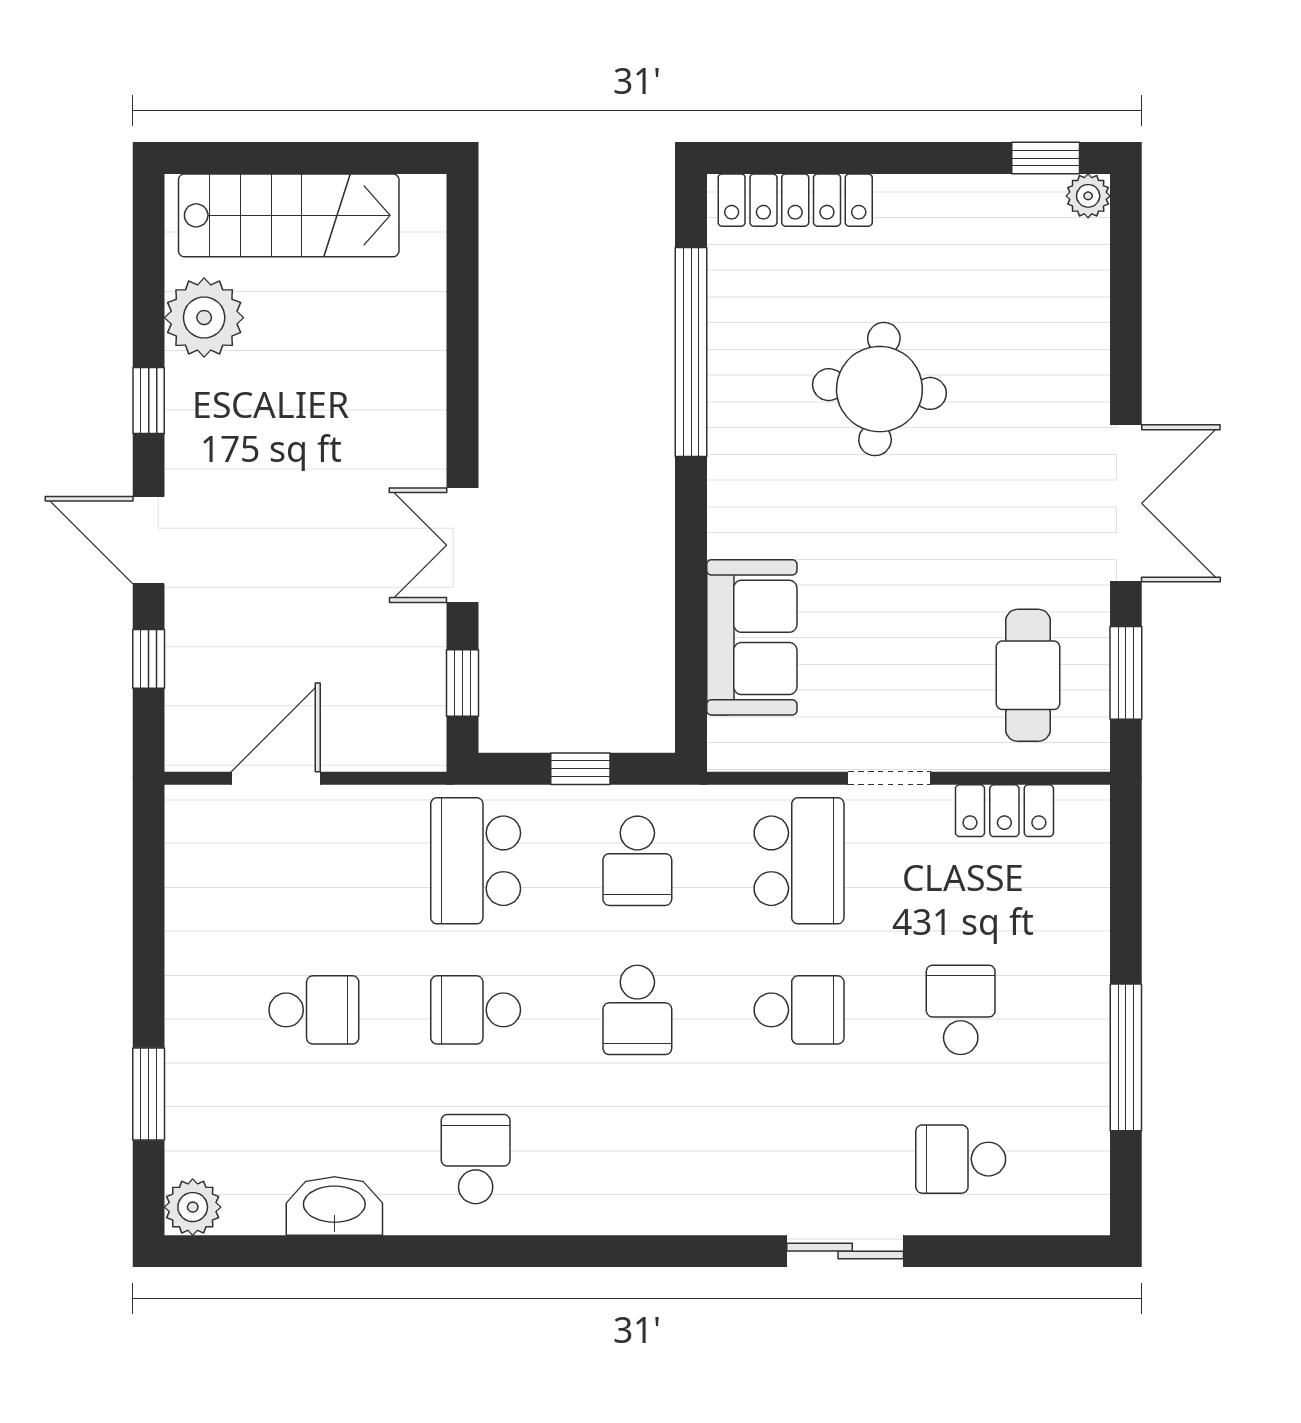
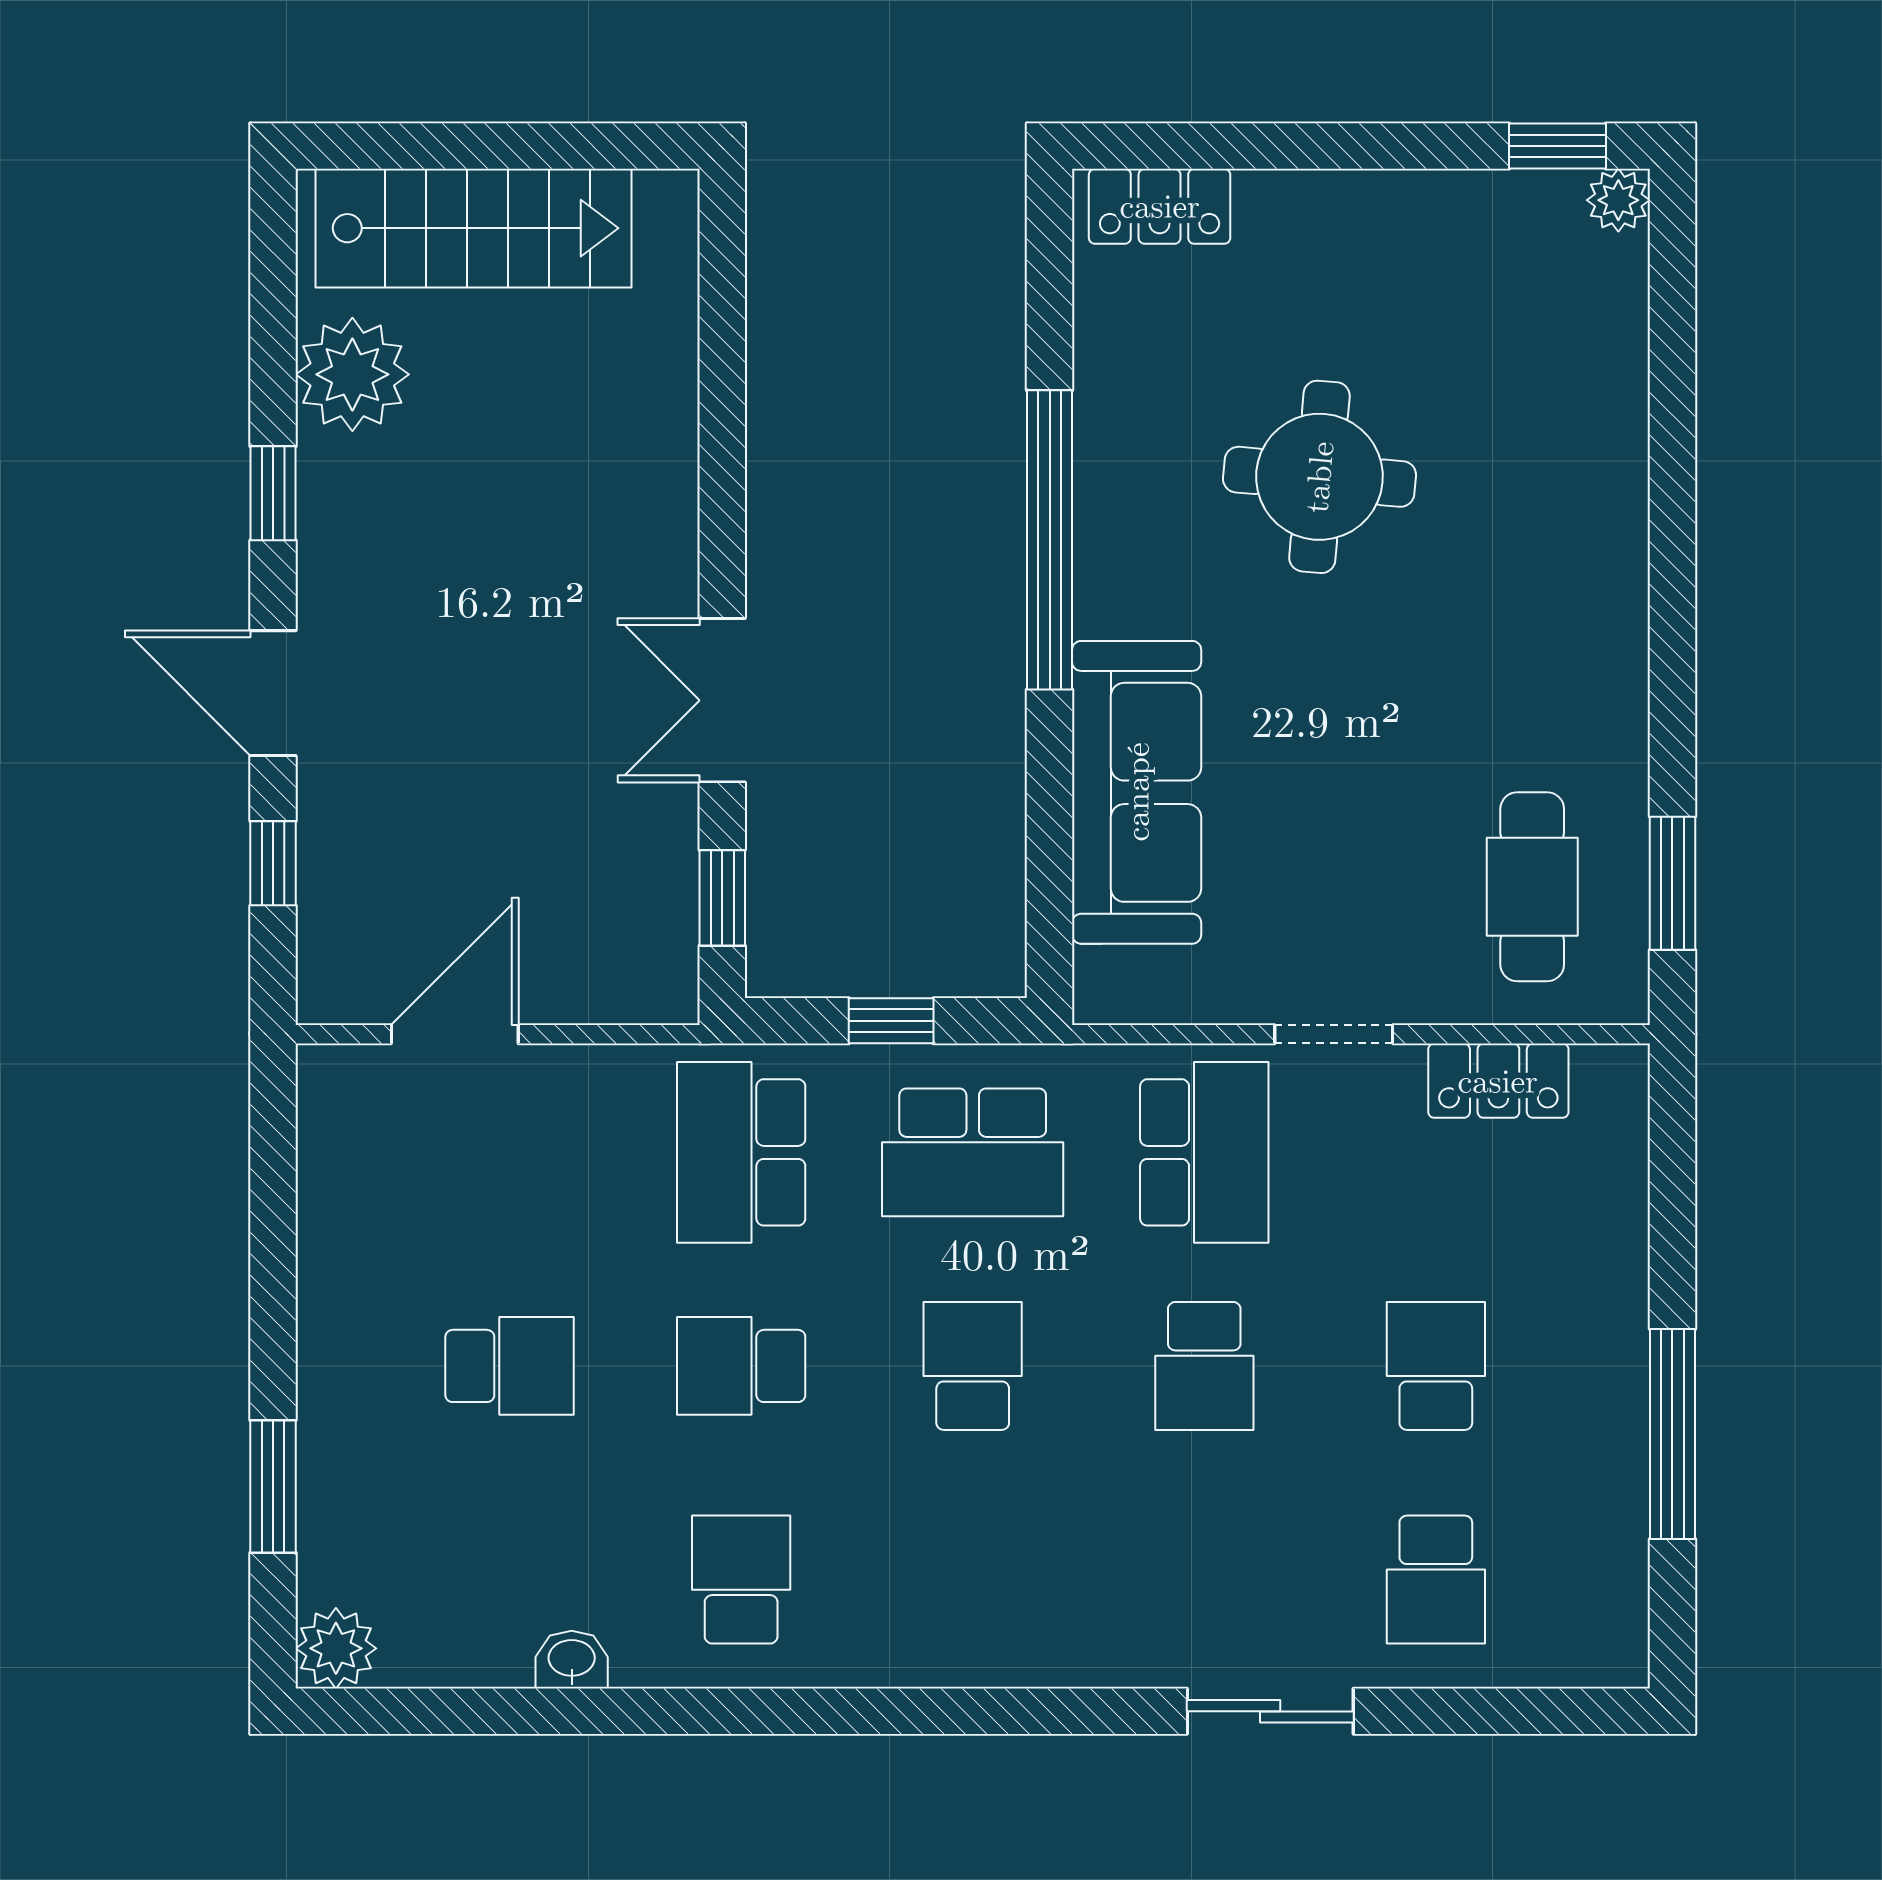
locker: (795, 200) -> (1160, 206), width x0.66
window: (691, 352) -> (1050, 540), moved
double door: (1126, 503) -> (1672, 640), removed
sofa: (752, 637) -> (1137, 792), width x1.36
school desk: (637, 861) -> (973, 1152), width x1.85
school desk: (637, 1010) -> (973, 1366), turned 180
school desk: (799, 1010) -> (1204, 1366), turned 90
school desk: (961, 1159) -> (1436, 1580), turned -90
washbasin: (334, 1206) -> (572, 1660), width x0.52, depth x0.69

